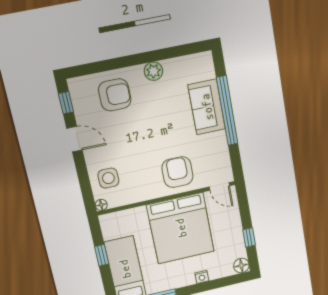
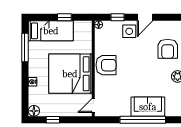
window: (66, 103) -> (117, 17), moved
armchair: (177, 172) -> (106, 65), moved
side table: (108, 178) -> (129, 31), moved

